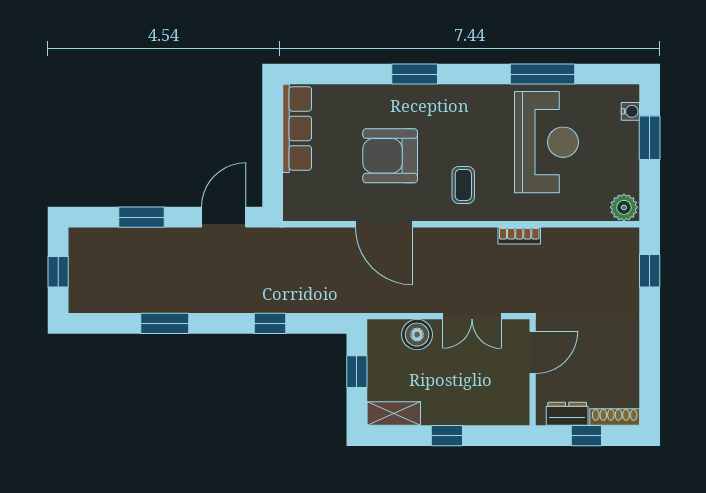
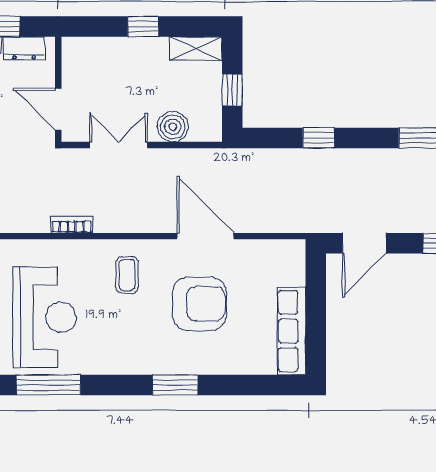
reception desk: (546, 142) -> (45, 317), turned 180
door: (533, 352) -> (58, 109), hinge flipped

